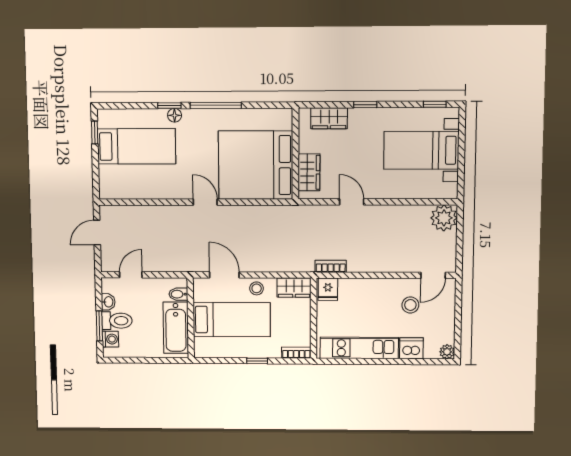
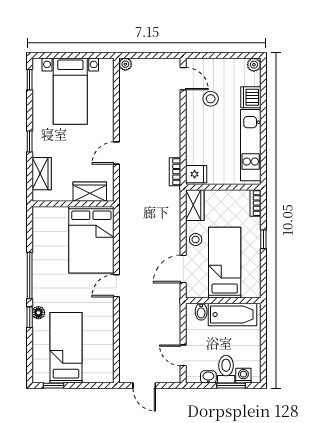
bed: (256, 165) -> (91, 240), width x0.73
plant: (444, 218) -> (125, 64), width x0.53, depth x0.53

